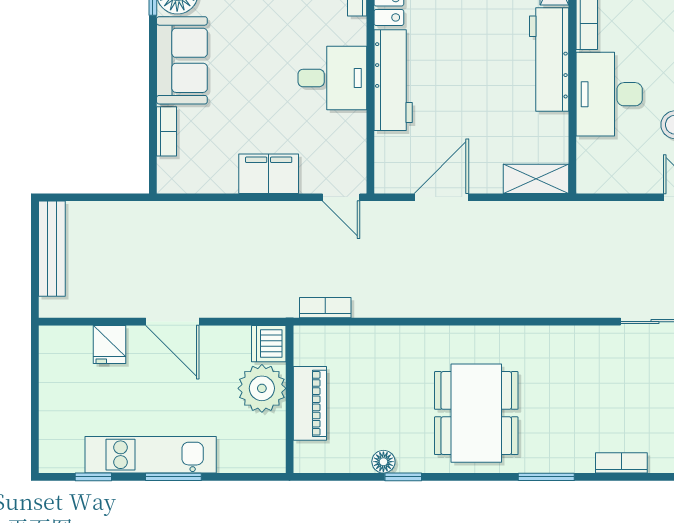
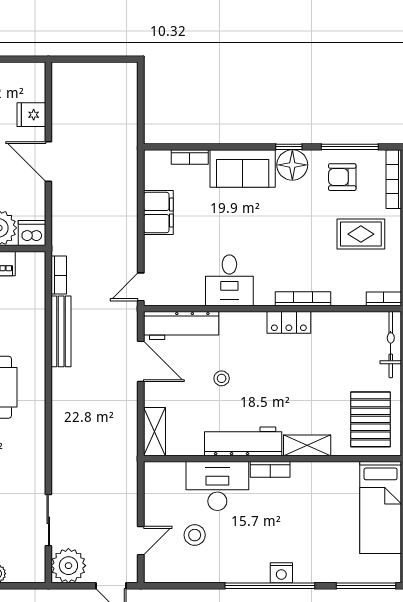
workbench: (393, 80) -> (181, 325), moved
stool: (464, 89) -> (222, 378), added
filing cabinet: (269, 174) -> (158, 212), moved
bench: (52, 249) -> (61, 331), moved, turned 90
door: (172, 322) -> (48, 161), hinge flipped

